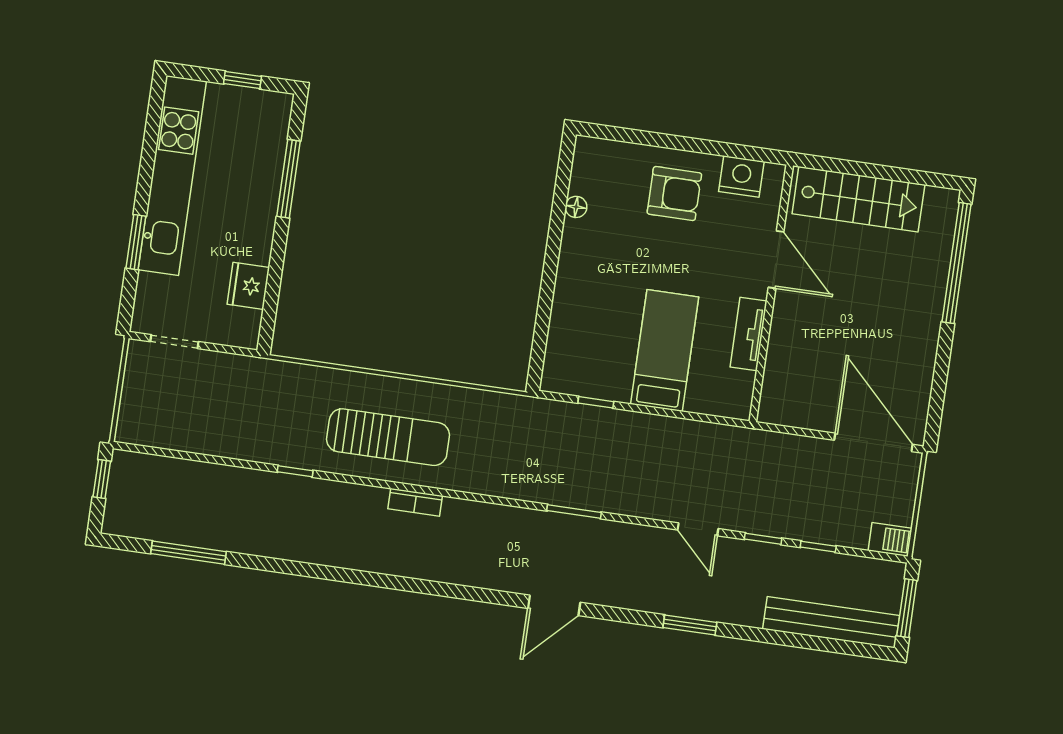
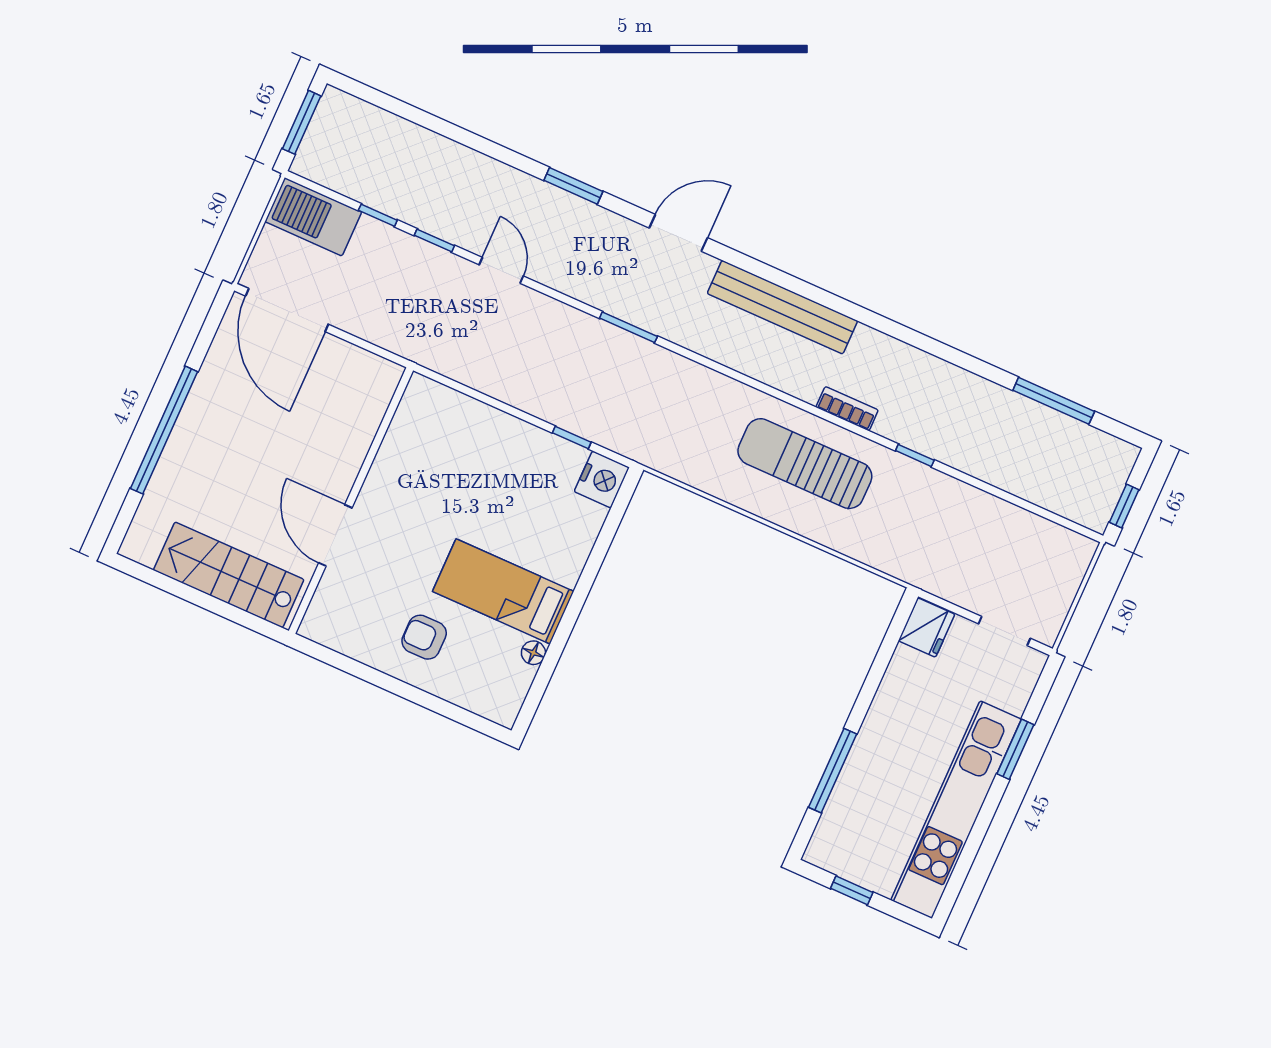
nightstand: (741, 176) -> (602, 479), moved, turned -90
armchair: (674, 194) -> (424, 637), width x0.72, depth x0.72
window: (957, 263) -> (164, 430), moved
fridge: (248, 286) -> (927, 628), moved
tv unit: (749, 334) -> (387, 464), removed
bed: (665, 351) -> (503, 591), moved, turned 90
bookcase: (415, 502) -> (847, 409), moved
barbecue: (890, 539) -> (313, 217), width x1.88, depth x1.53
bench: (831, 622) -> (782, 307), moved
window: (690, 625) -> (573, 186), moved

